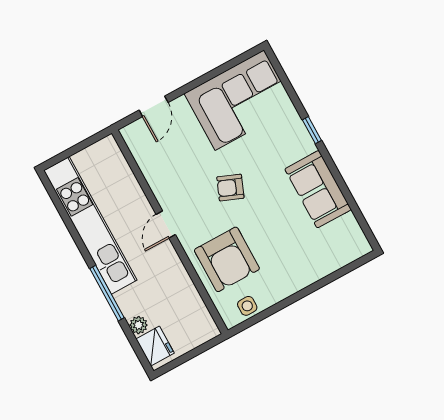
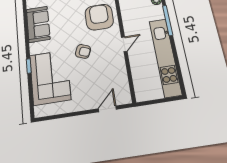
corner sofa: (240, 100) -> (50, 77), moved, turned 90
sofa: (318, 189) -> (38, 24), moved

